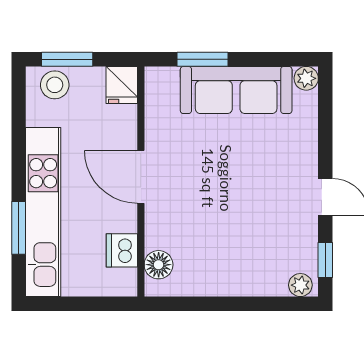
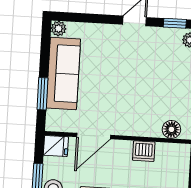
door: (141, 177) -> (94, 136), moved
dishwasher: (122, 250) -> (144, 151), moved

